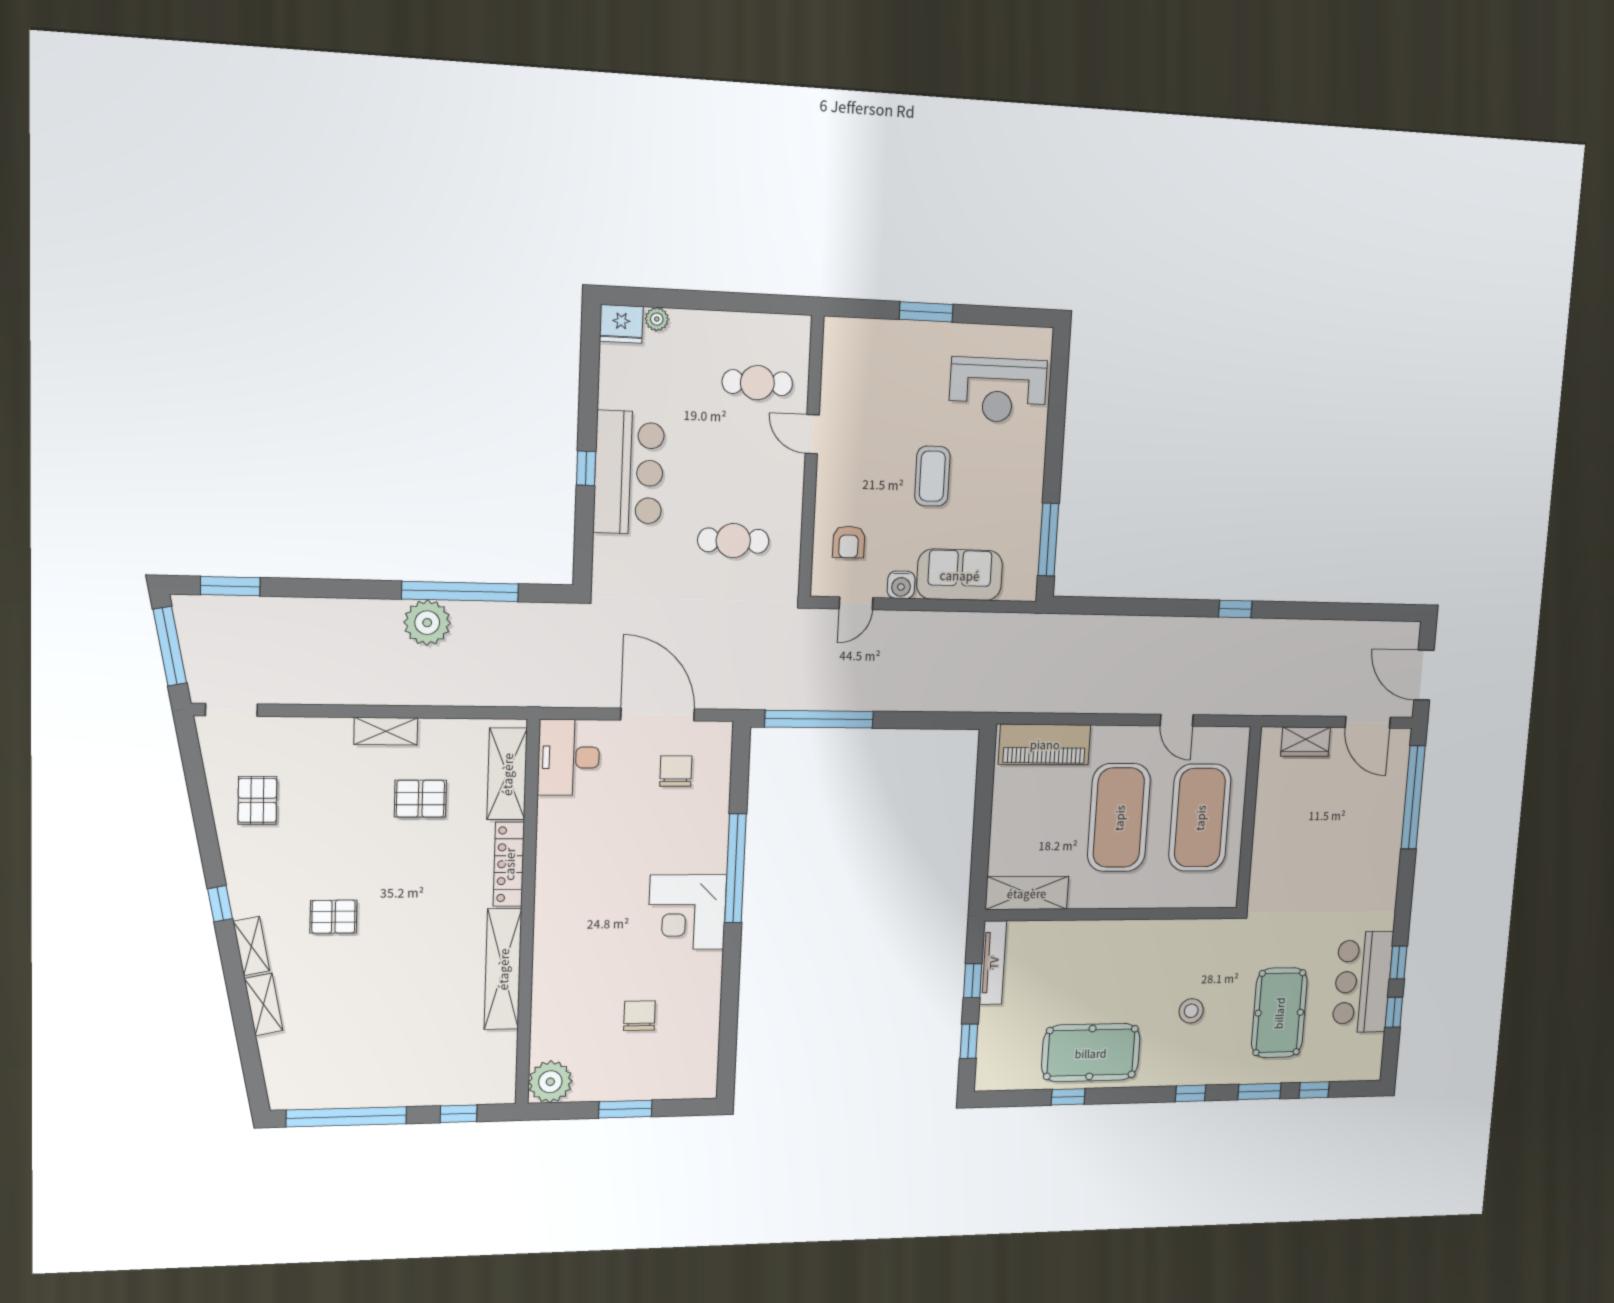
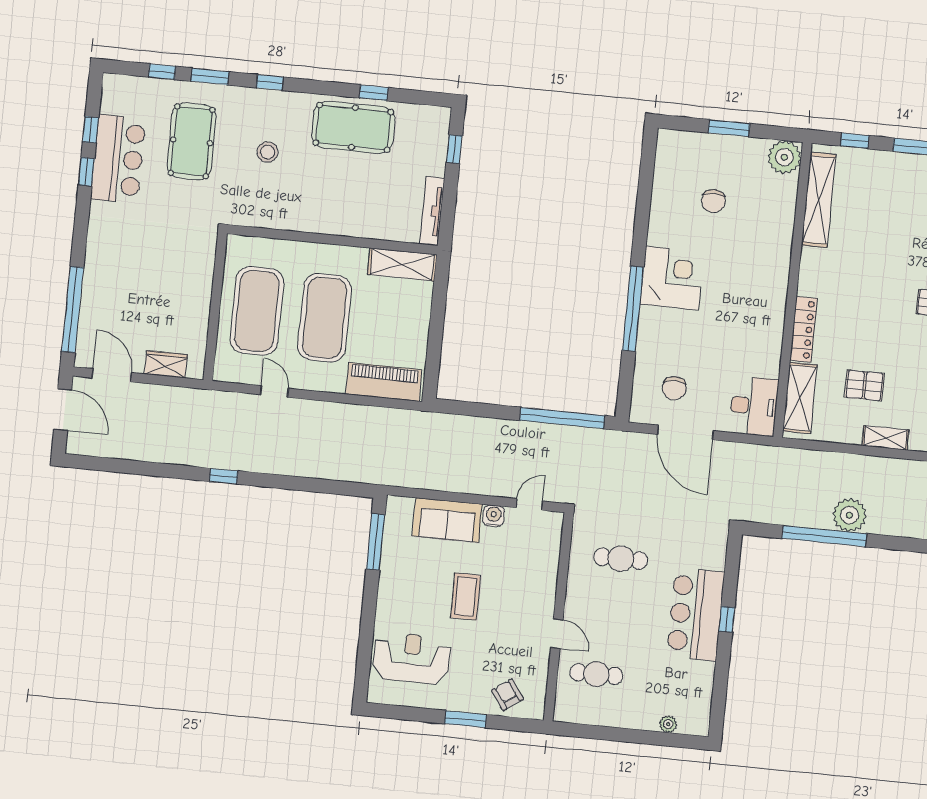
fridge: (621, 324) -> (694, 722), removed
armchair: (849, 542) -> (508, 695), moved, turned -36
shelving: (503, 969) -> (819, 200), moved
window: (973, 981) -> (449, 198), removed

